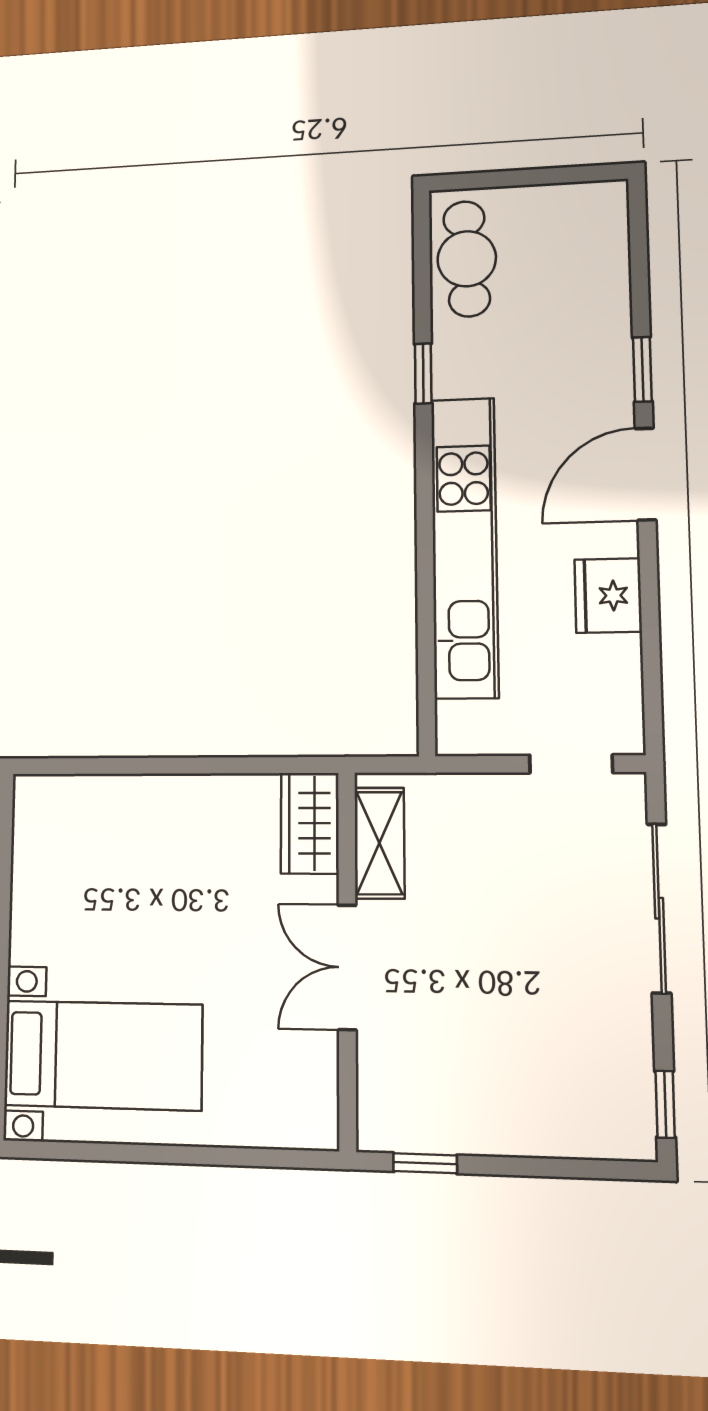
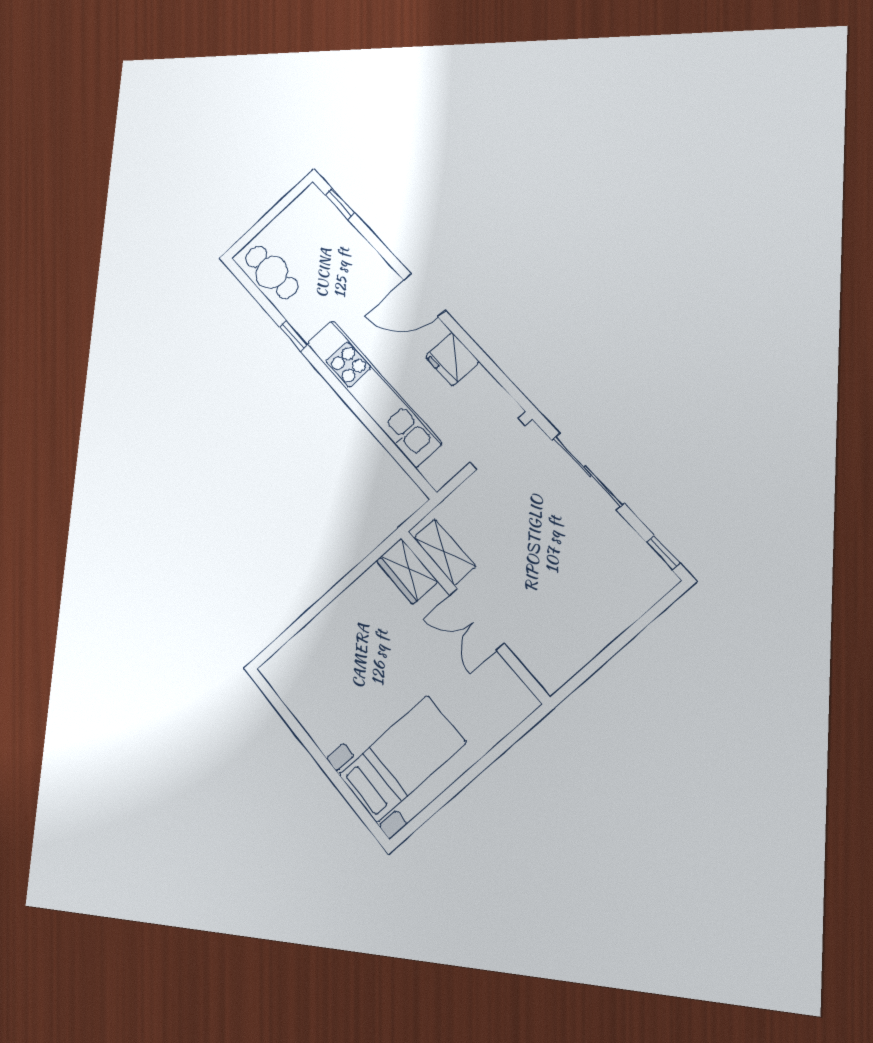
window: (642, 369) -> (340, 204), moved
door: (646, 474) -> (424, 295), hinge flipped
doorway: (571, 764) -> (498, 444), width x1.38
window: (425, 1163) -> (584, 674), removed

